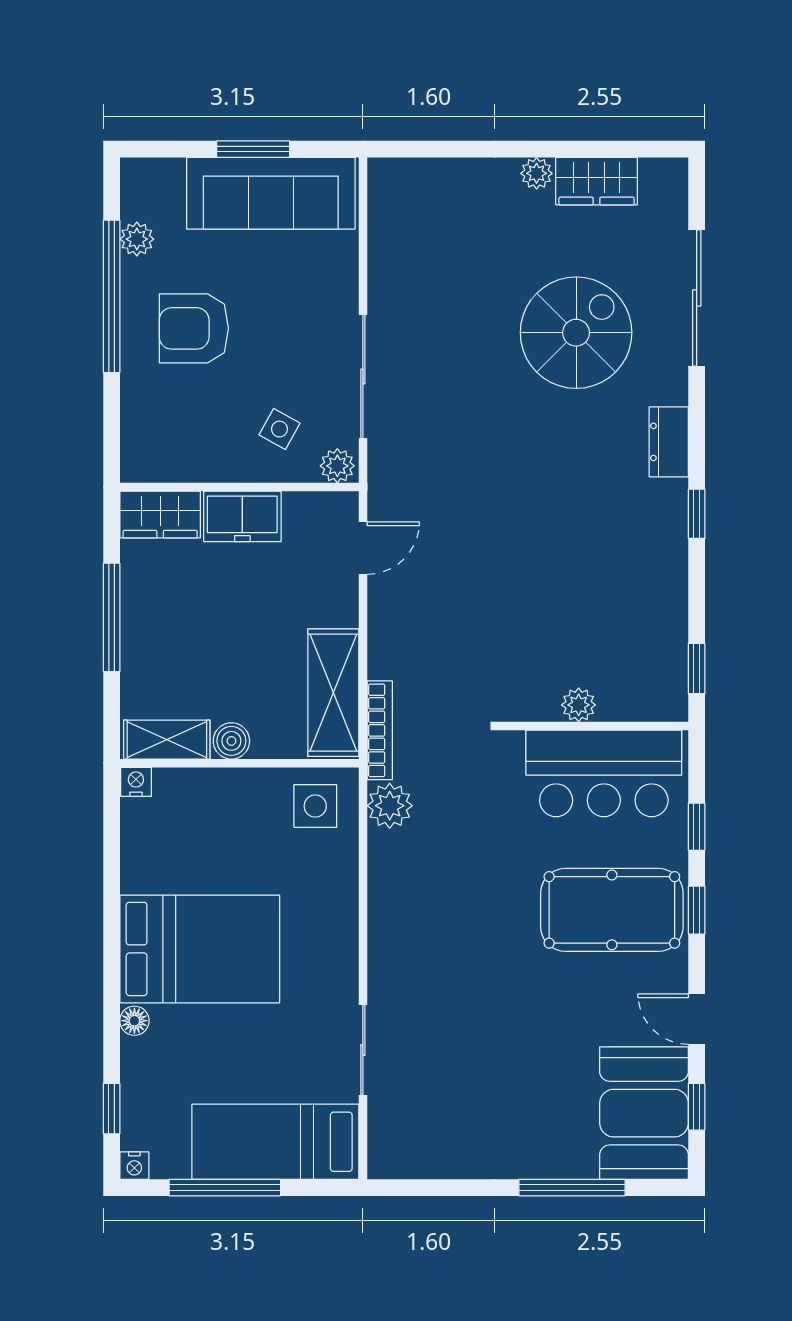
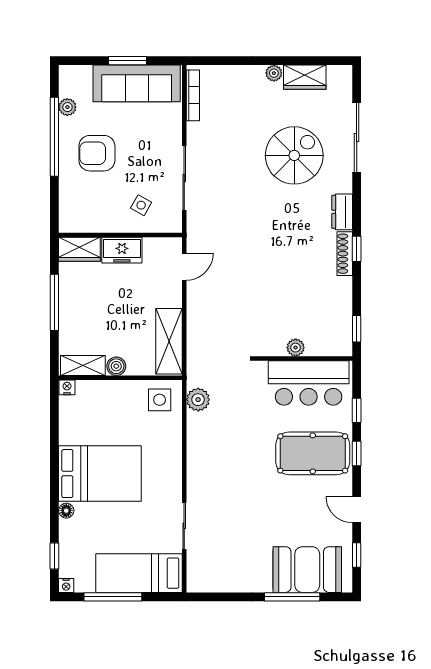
plant: (337, 466) -> (171, 224), removed
shoe rack: (674, 523) -> (345, 254), added
bookcase: (380, 730) -> (193, 95), moved
booth: (644, 1113) -> (307, 570), moved, turned 90

